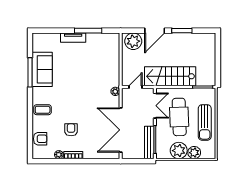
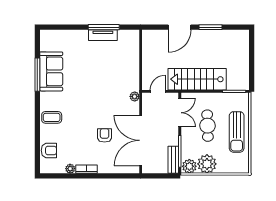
tv unit: (73, 38) -> (103, 35), moved
plant: (133, 41) -> (155, 39), removed
cafe table: (179, 117) -> (208, 126), width x0.73, depth x0.74
armchair: (71, 130) -> (105, 135), moved
bench: (149, 142) -> (173, 160), width x0.73
plant: (194, 153) -> (189, 166), moved

